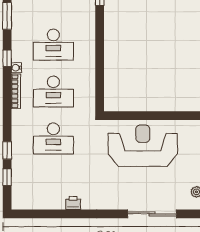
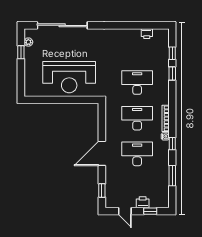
door: (100, 45) -> (102, 153), added
printer: (73, 203) -> (147, 34), moved
sliding door: (152, 214) -> (62, 25), width x1.36

